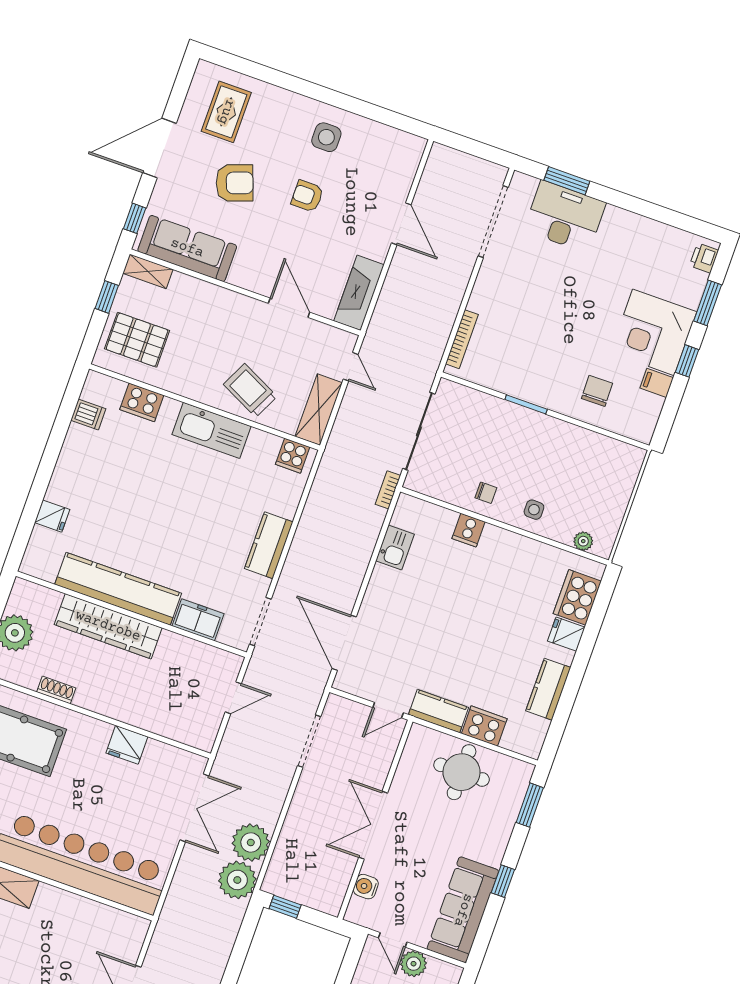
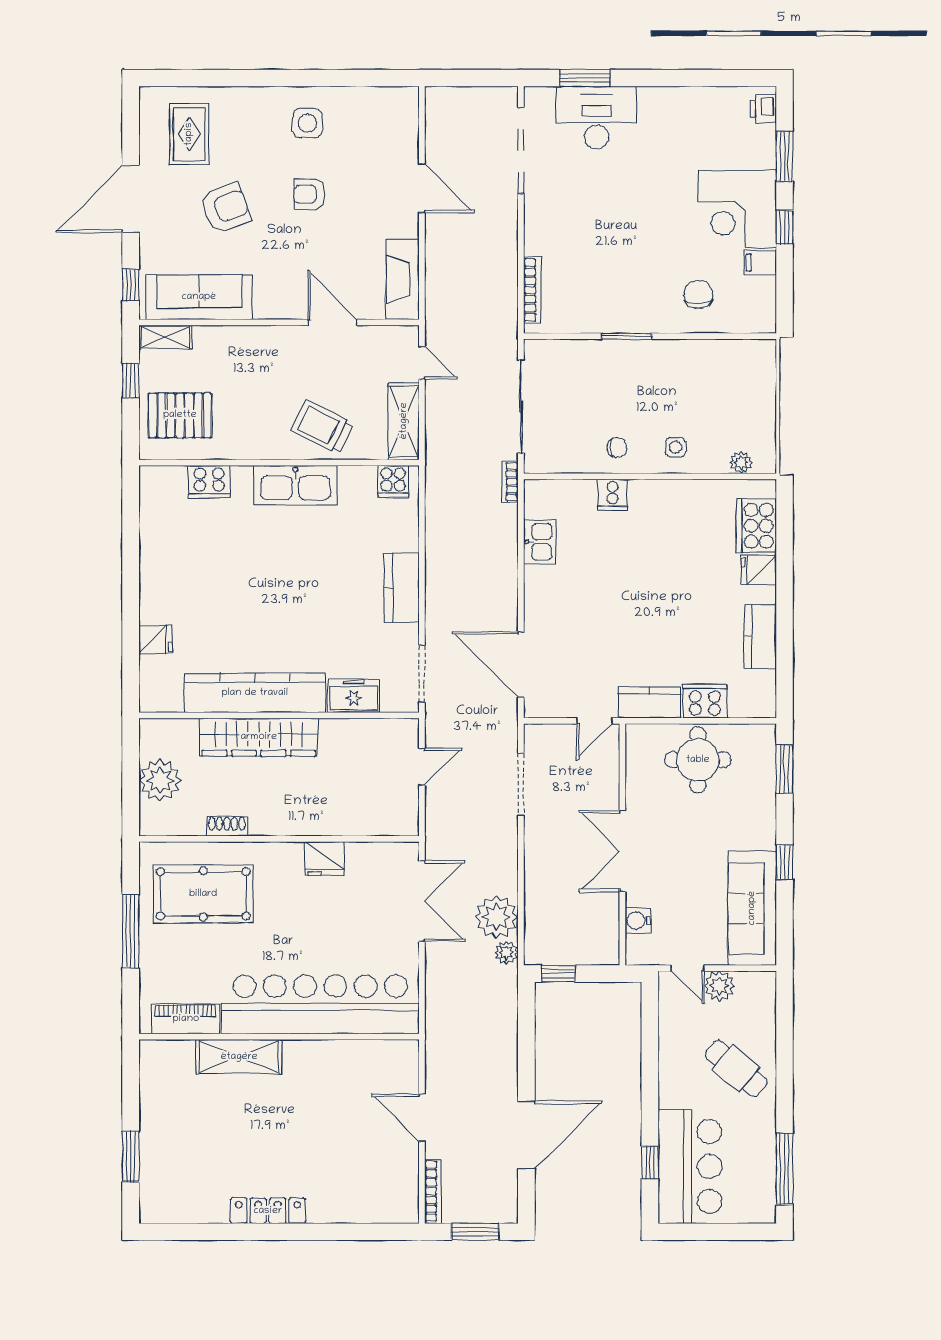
dishwasher: (88, 415) -> (156, 515), removed
plant: (237, 880) -> (506, 953), width x0.53, depth x0.53

